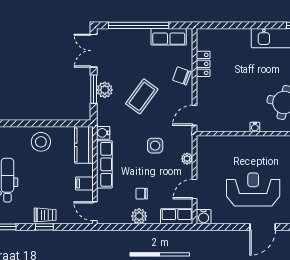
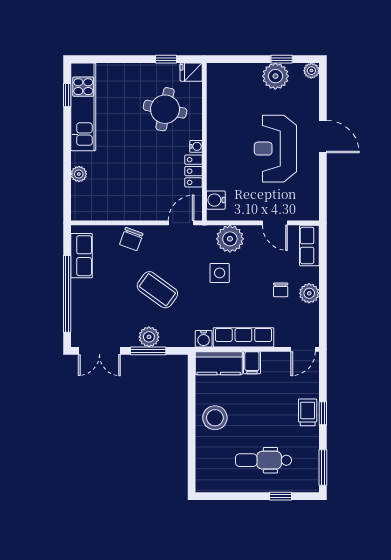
plant: (233, 34) -> (79, 174), added
locker: (203, 64) -> (194, 171), moved, turned -90
door: (195, 115) -> (181, 223), swing flipped
plant: (187, 159) -> (230, 239), width x1.88, depth x1.88
filing cabinet: (84, 183) -> (252, 363), moved
water cooler: (204, 217) -> (216, 200), moved, turned 180

